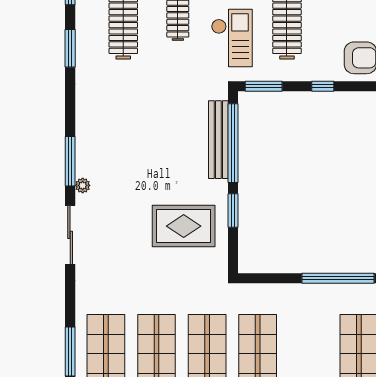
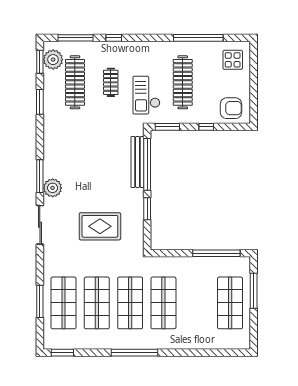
checkout: (232, 38) -> (146, 95), turned 180
plant: (83, 185) -> (53, 188), width x1.88, depth x1.88
rug: (184, 226) -> (100, 226), moved

